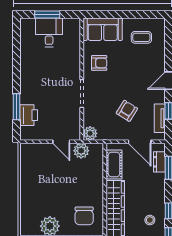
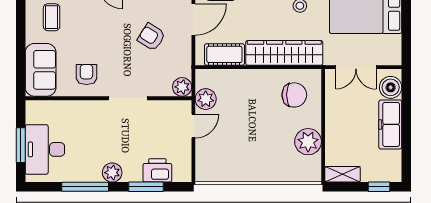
desk: (49, 32) -> (45, 149), width x1.37
window: (17, 62) -> (85, 187), added
plant: (27, 82) -> (112, 173), added

